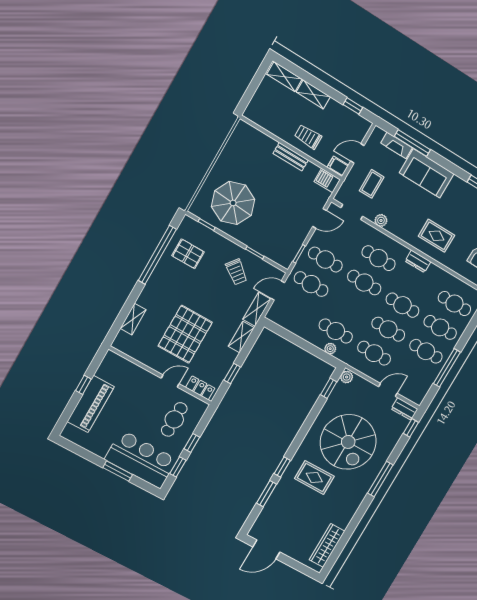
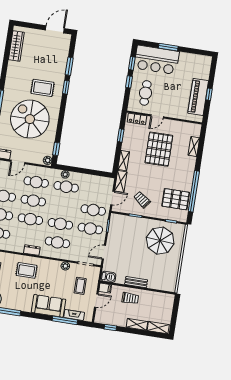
pallet: (188, 254) -> (176, 199), width x1.50, depth x1.42
piano: (91, 404) -> (198, 97), moved

